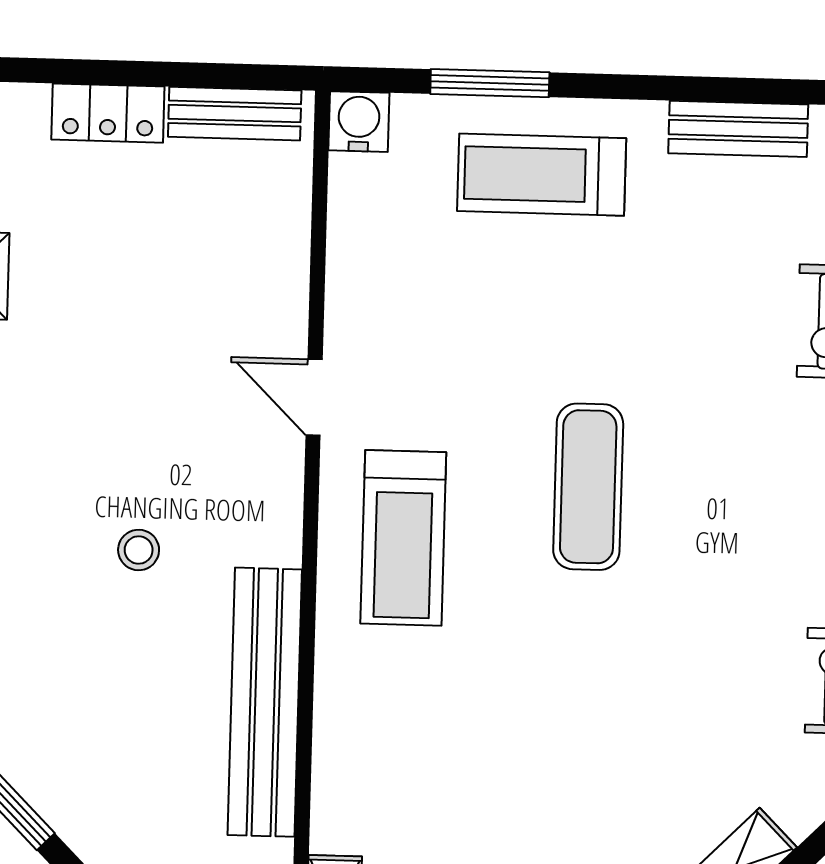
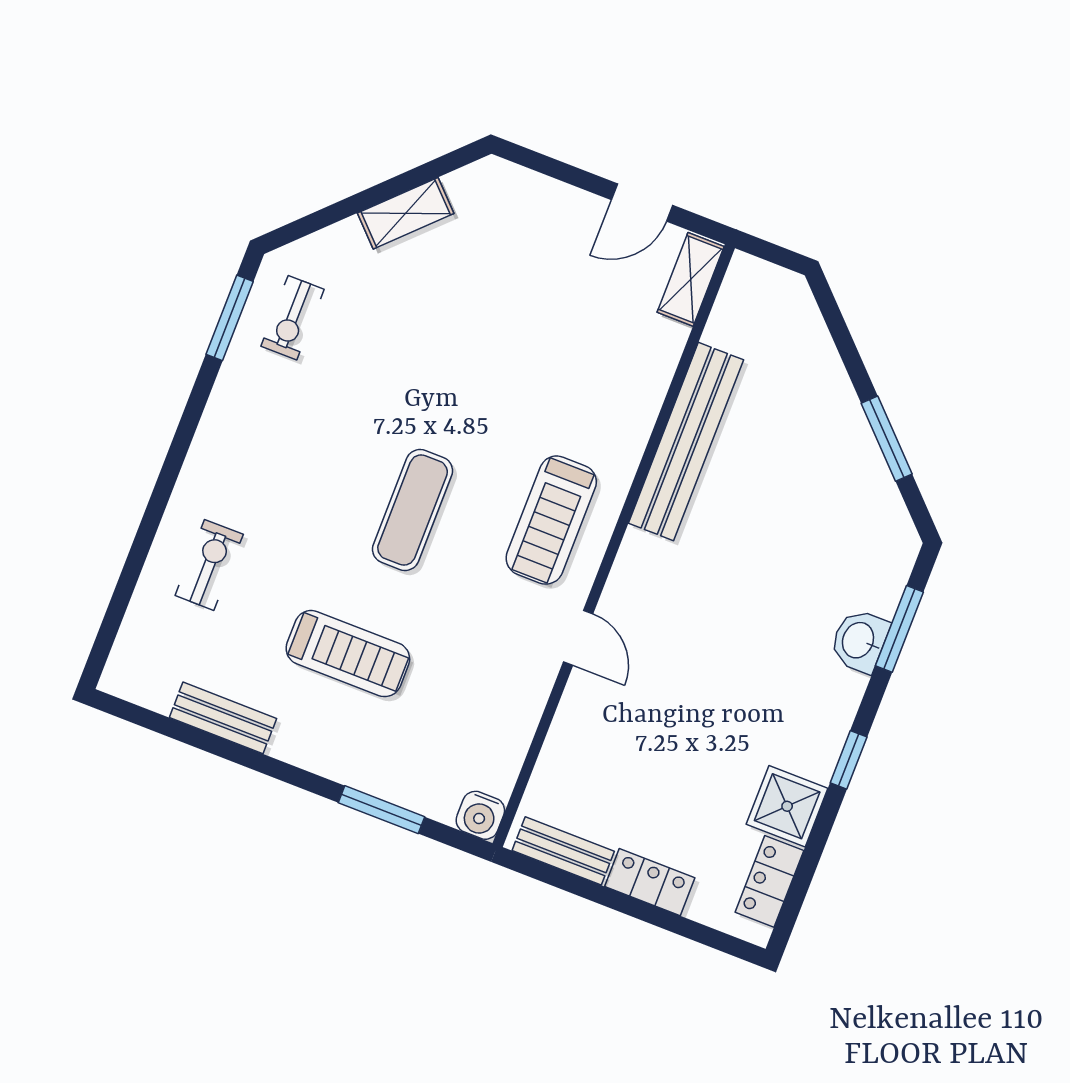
treadmill: (542, 175) -> (348, 654), moved
treadmill: (403, 538) -> (551, 520), turned 180
stool: (139, 550) -> (735, 576), removed

